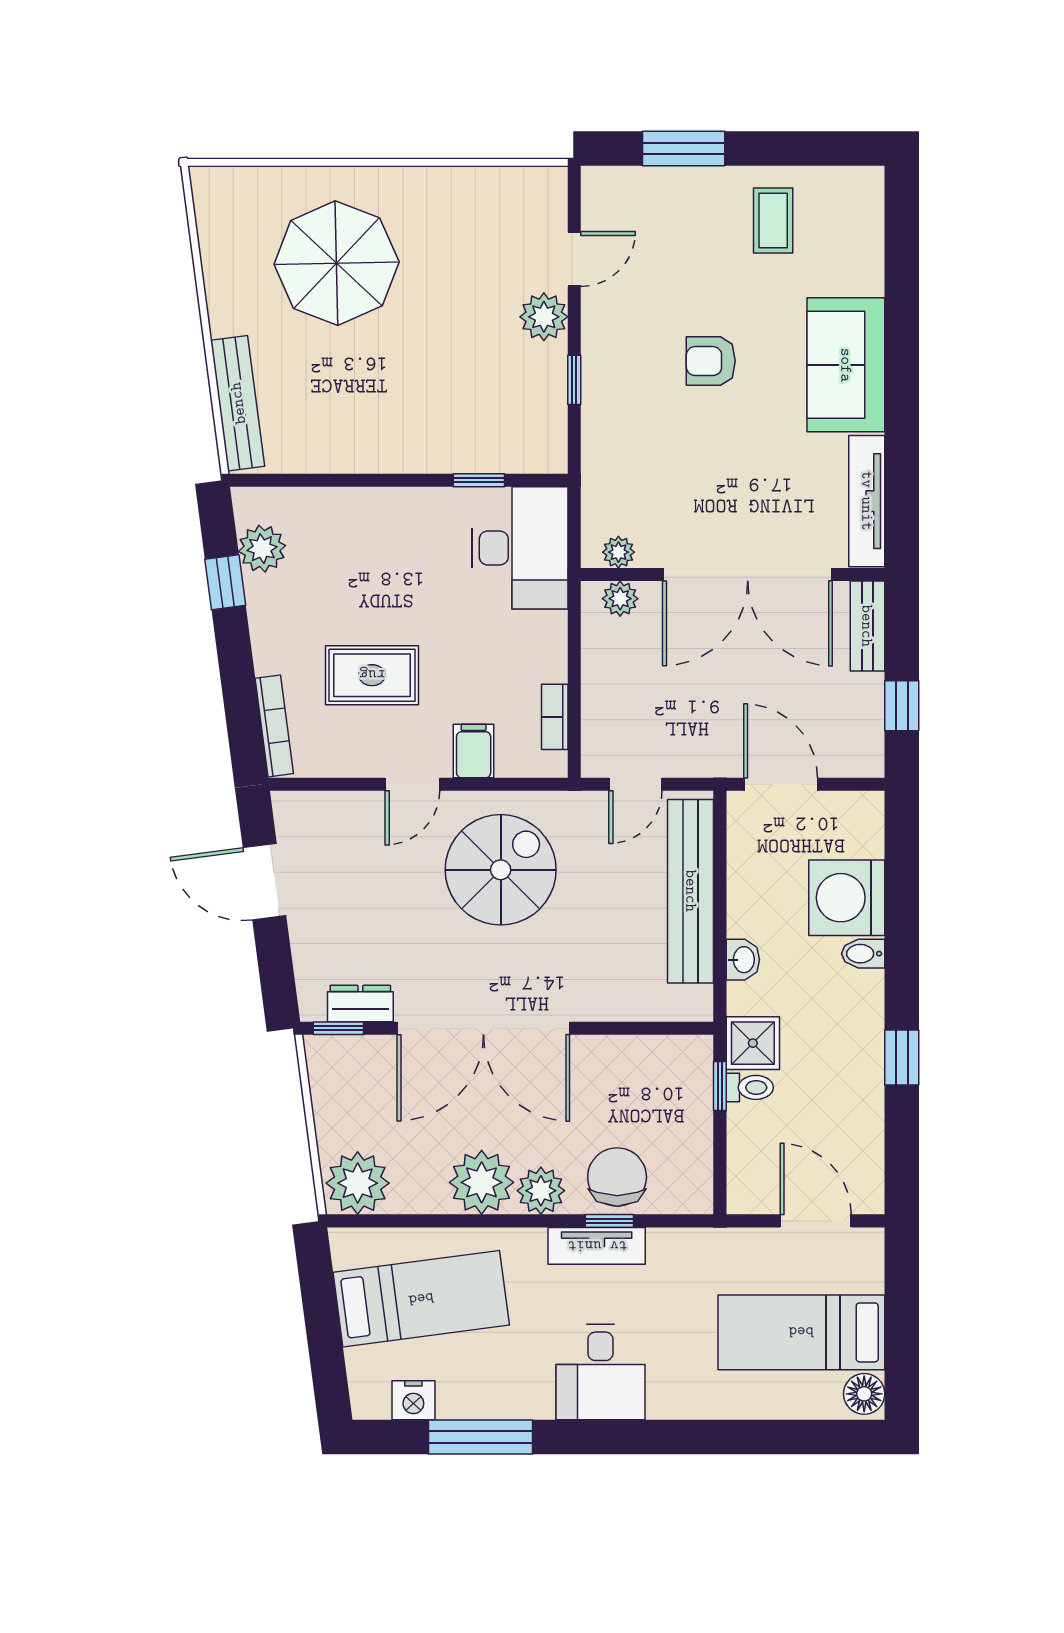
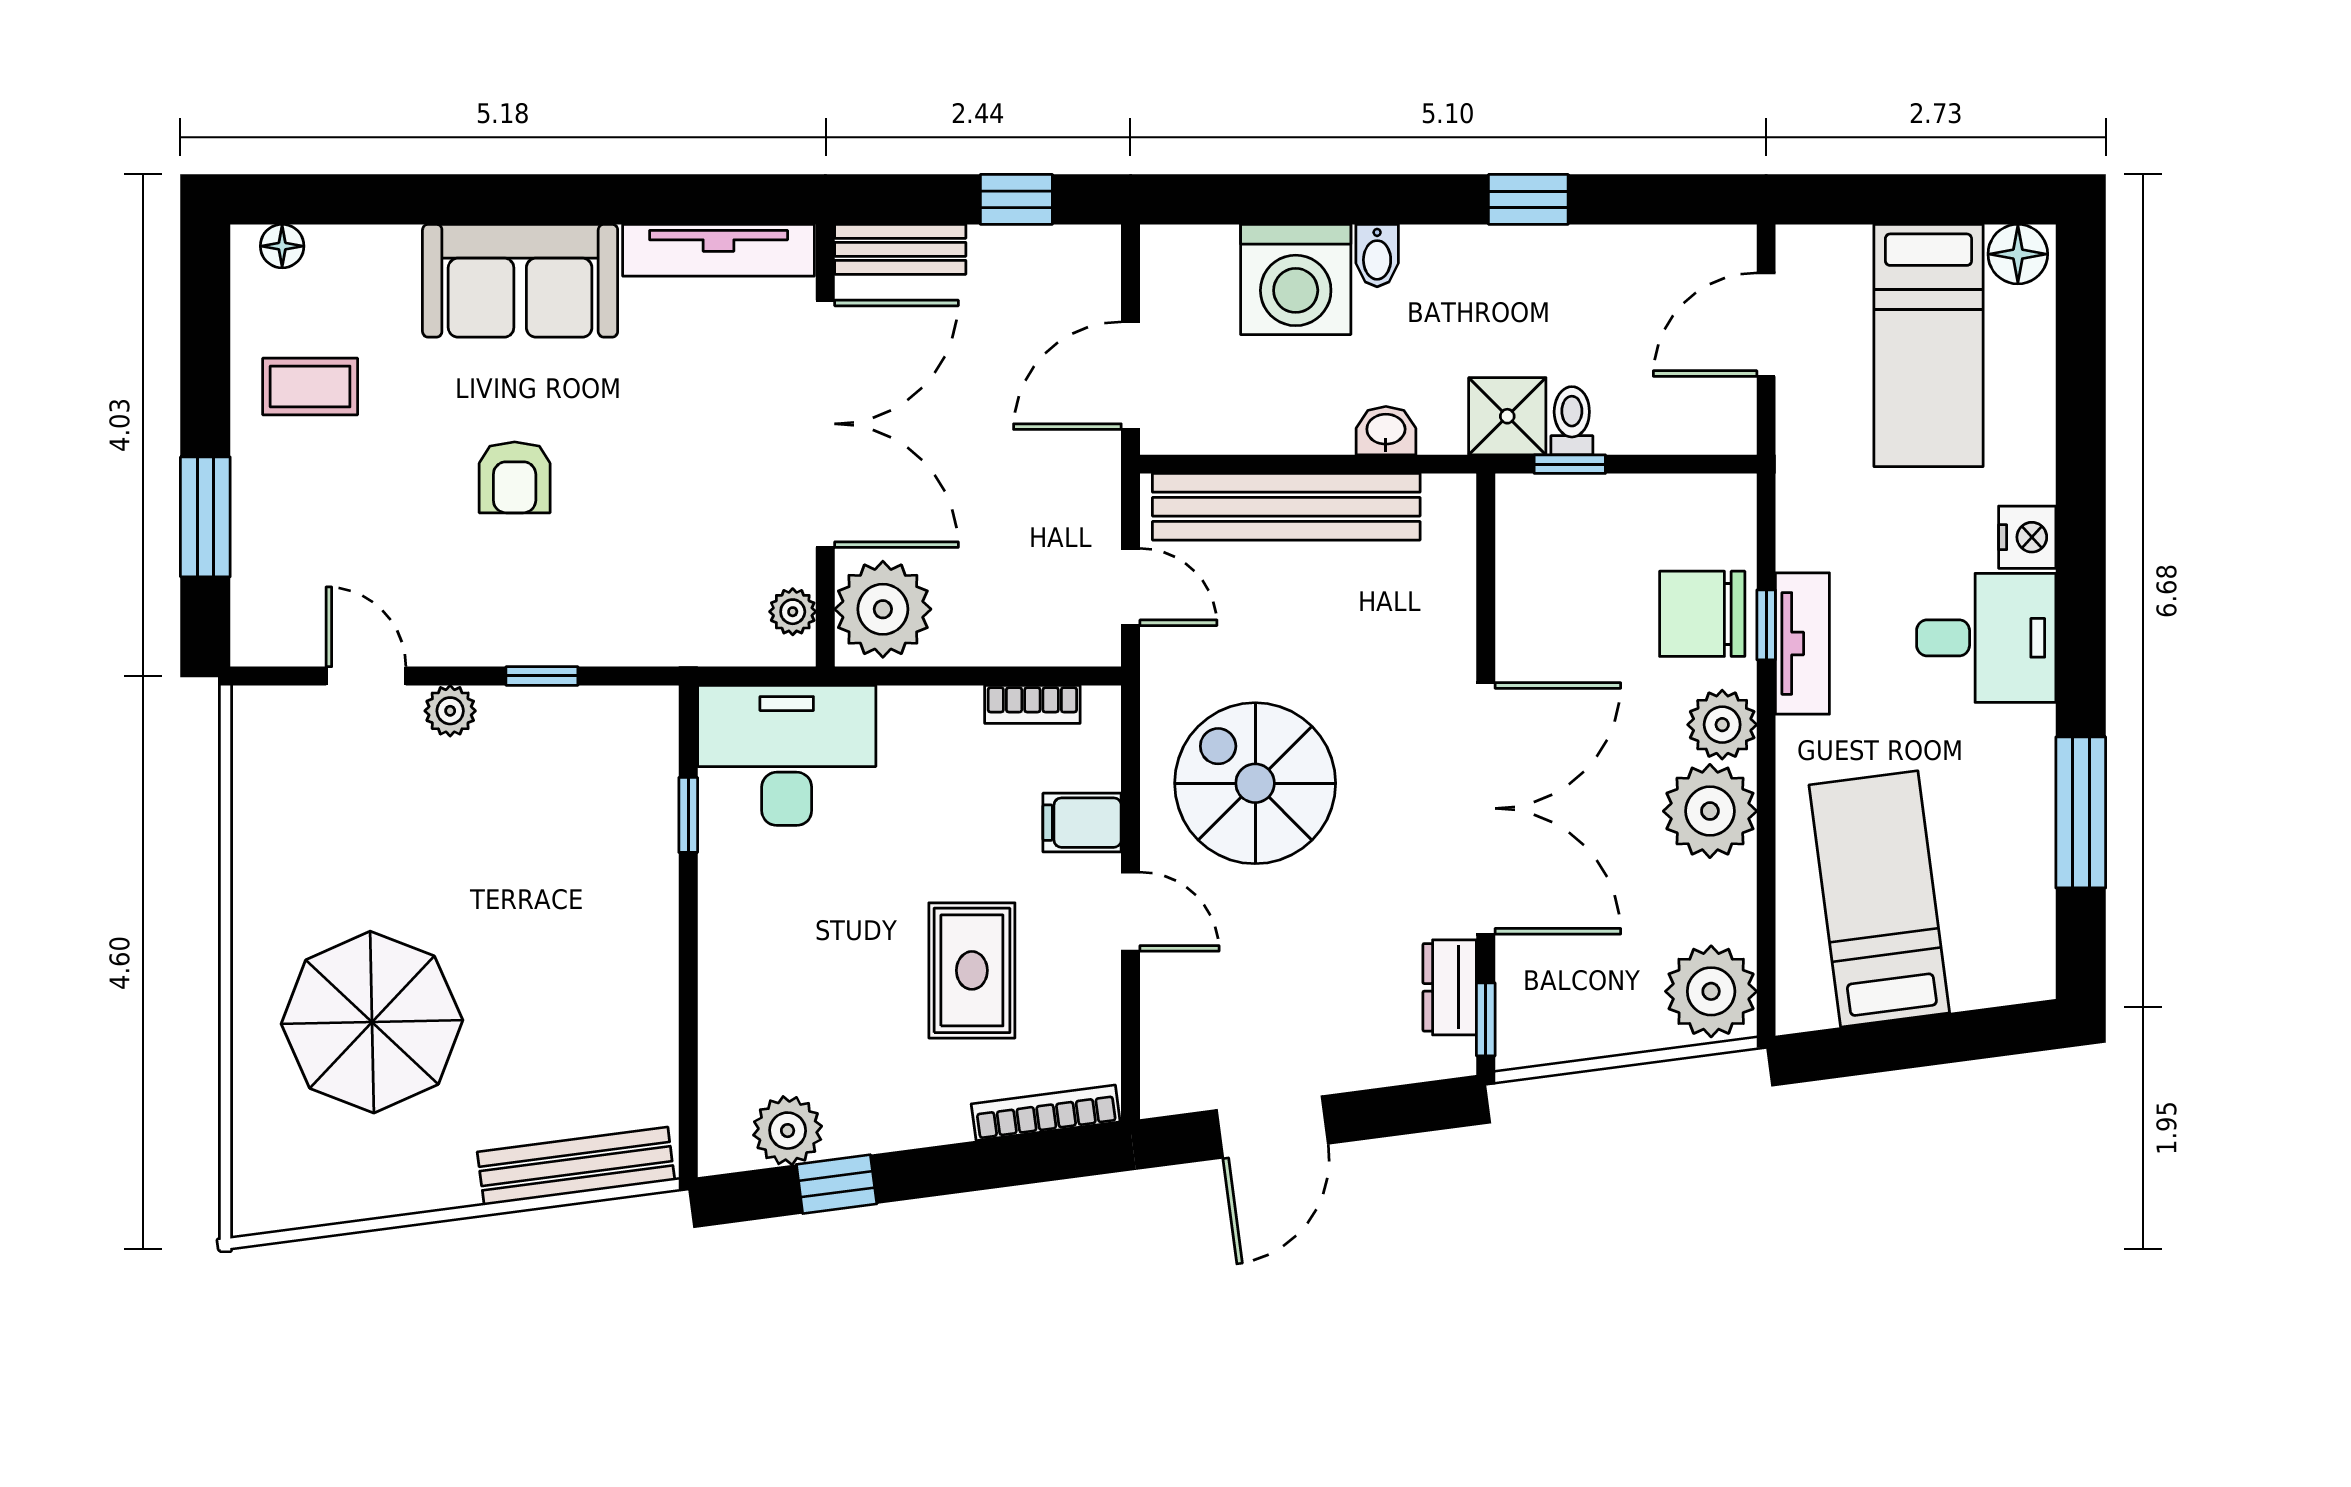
floor lamp: (870, 201) -> (282, 246), added
plant: (544, 317) -> (450, 711), width x0.73, depth x0.73
plant: (620, 599) -> (883, 609), width x1.88, depth x1.88
nightstand: (413, 1400) -> (2027, 537), moved

